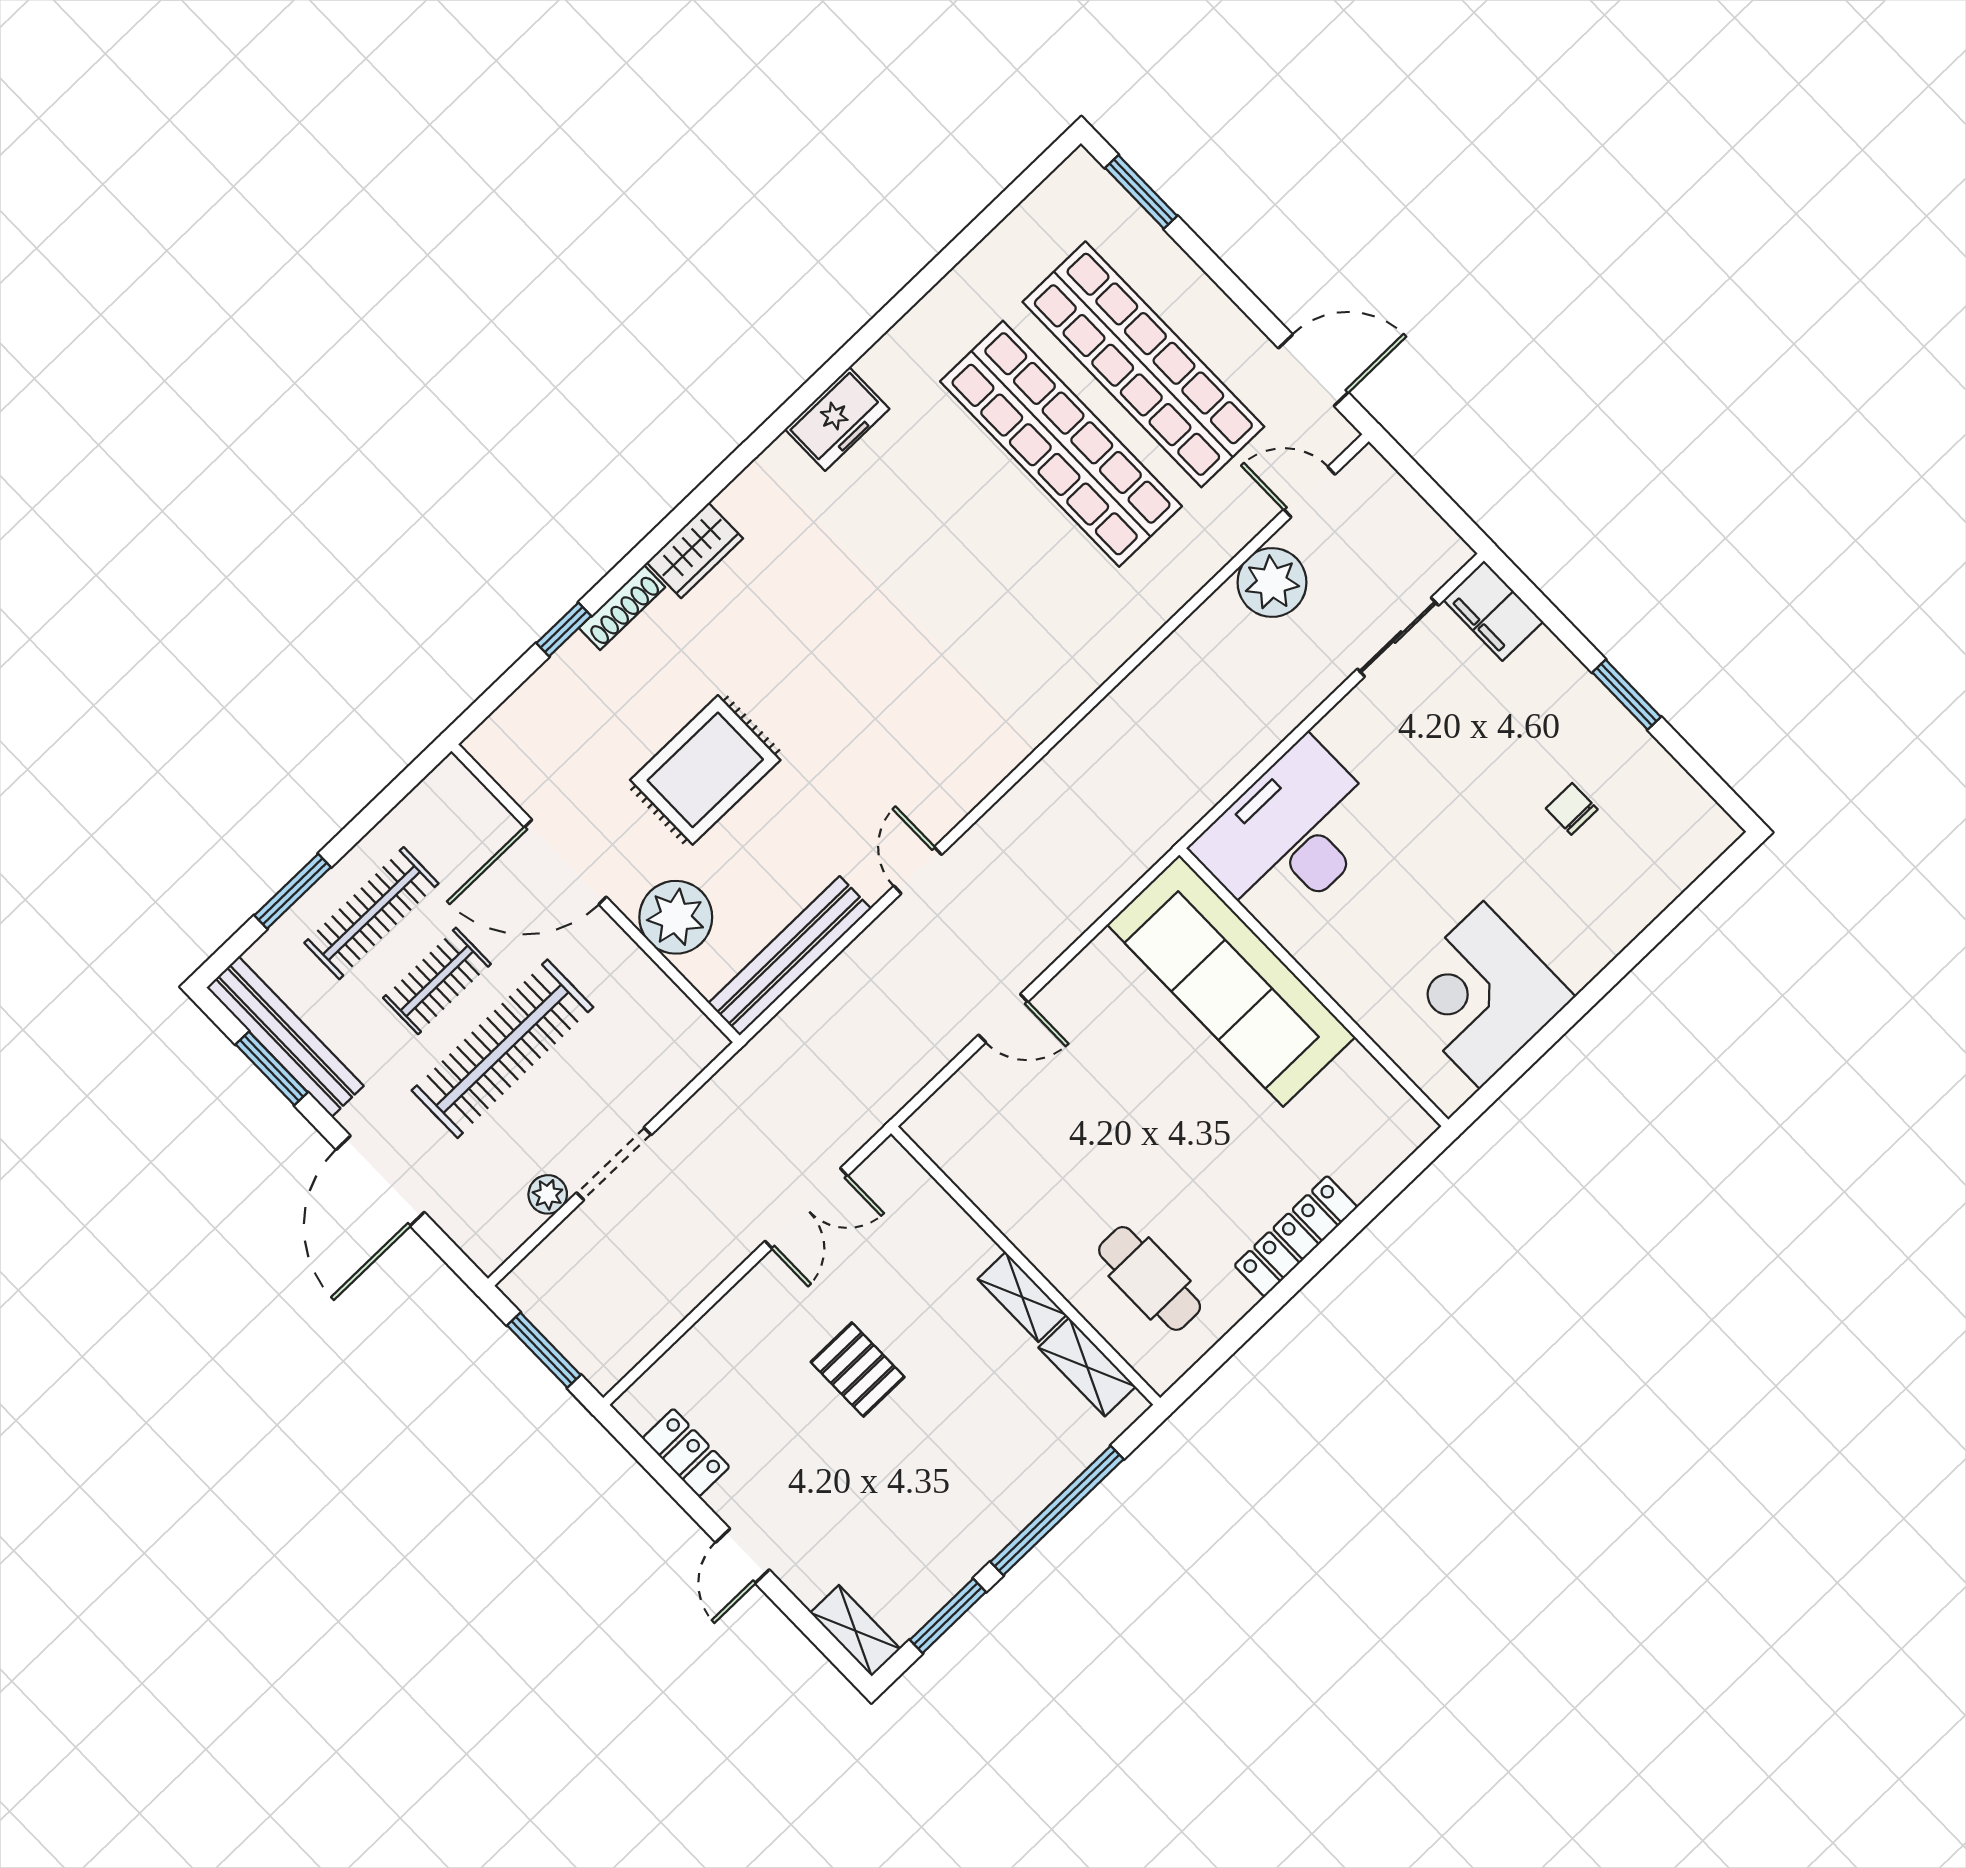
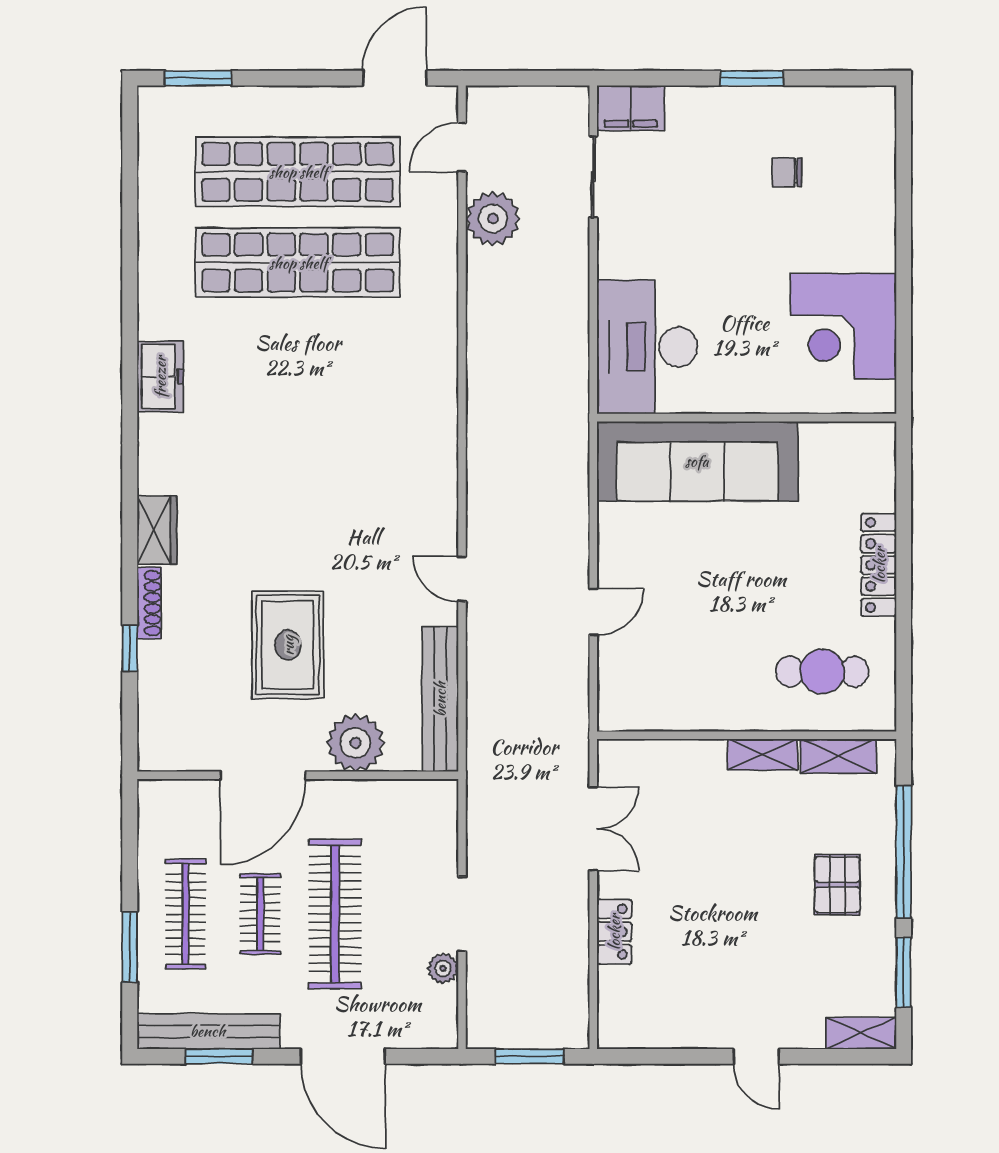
pallet: (858, 1370) -> (837, 885), moved, turned 90
locker: (686, 1453) -> (614, 932), moved, turned 90

